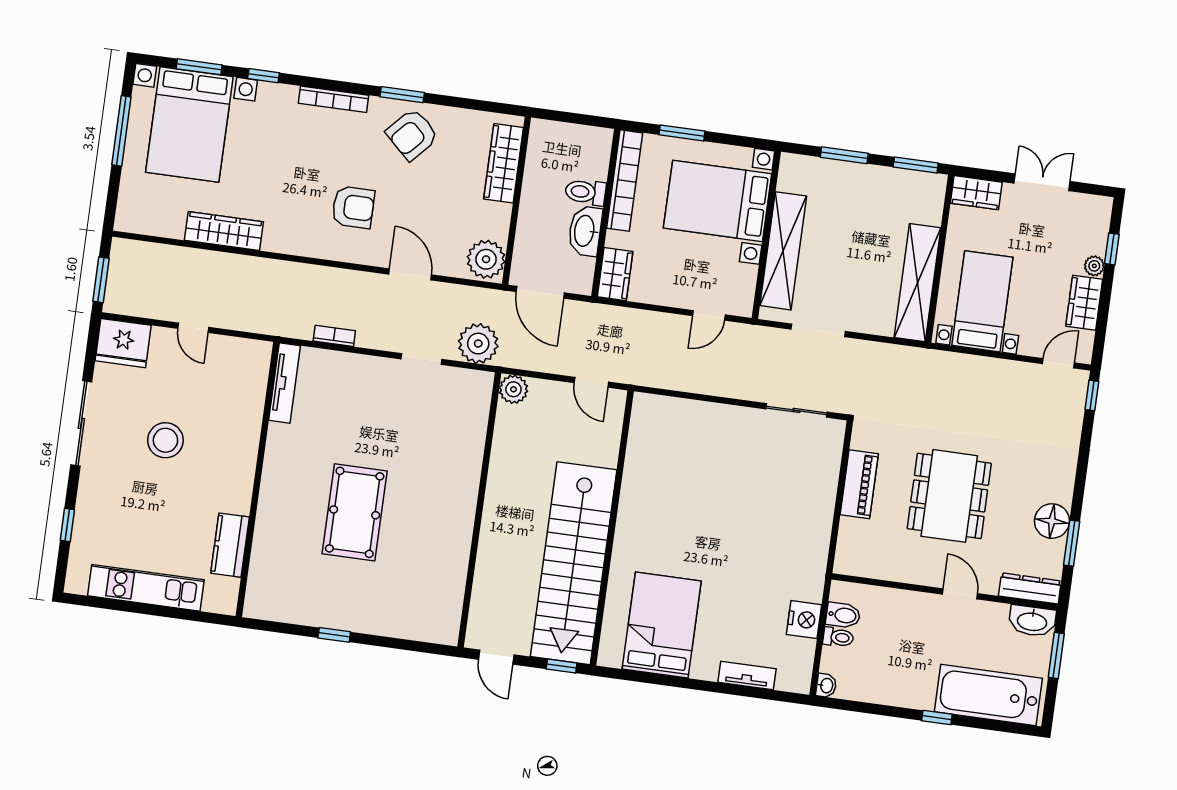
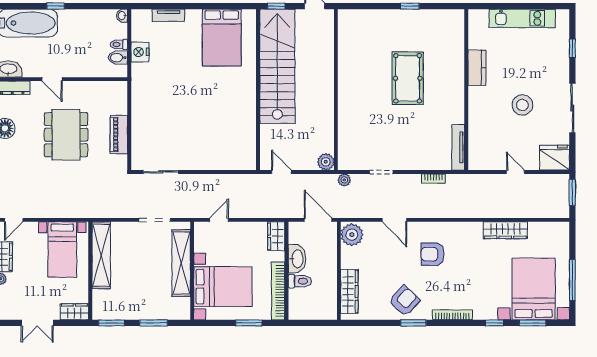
plant: (478, 344) -> (344, 180), width x0.53, depth x0.53
kitchen counter: (230, 545) -> (477, 68), moved

